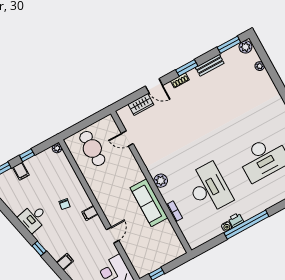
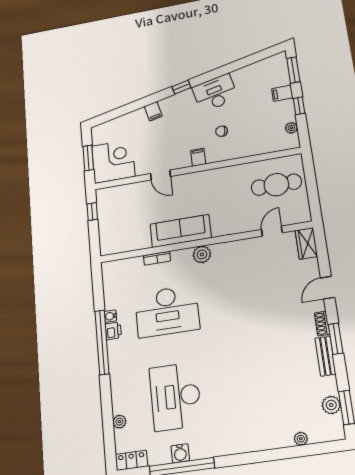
plant: (245, 47) -> (331, 405), moved
bench: (210, 65) -> (325, 356), moved
wardrobe: (141, 104) -> (306, 243), moved
plant: (57, 148) -> (291, 128), moved
desk: (33, 218) -> (215, 93), width x1.37

